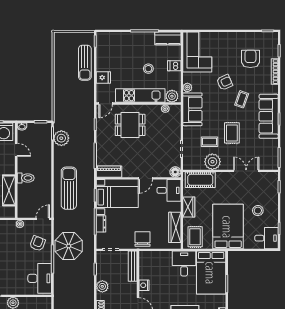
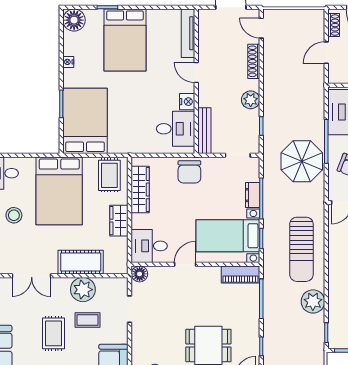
plant: (61, 138) -> (313, 301), moved
cot: (200, 180) -> (81, 262), moved
desk: (184, 264) -> (176, 129), moved, turned -90

